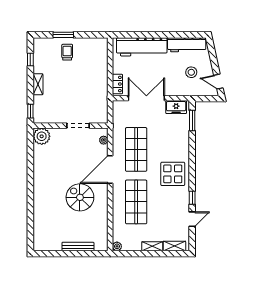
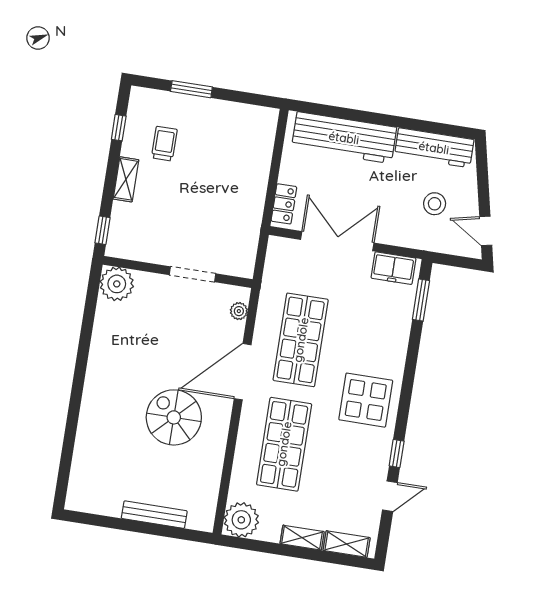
trolley: (67, 52) -> (164, 144), moved
plant: (117, 246) -> (241, 520), width x1.87, depth x1.87

